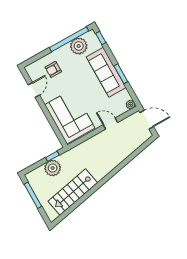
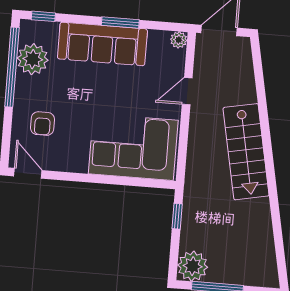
door: (34, 90) -> (28, 173), moved
plant: (53, 168) -> (193, 266), moved
stairs: (73, 192) -> (246, 152), moved

